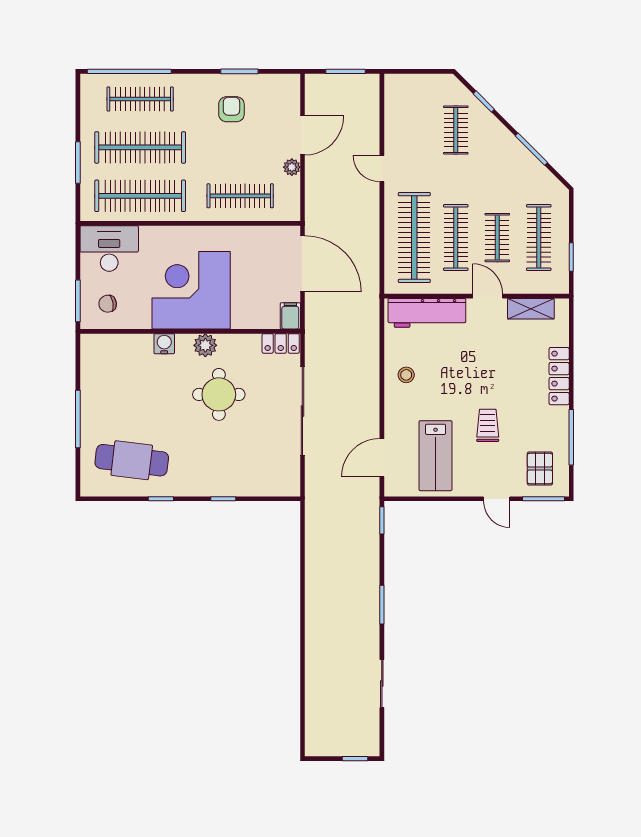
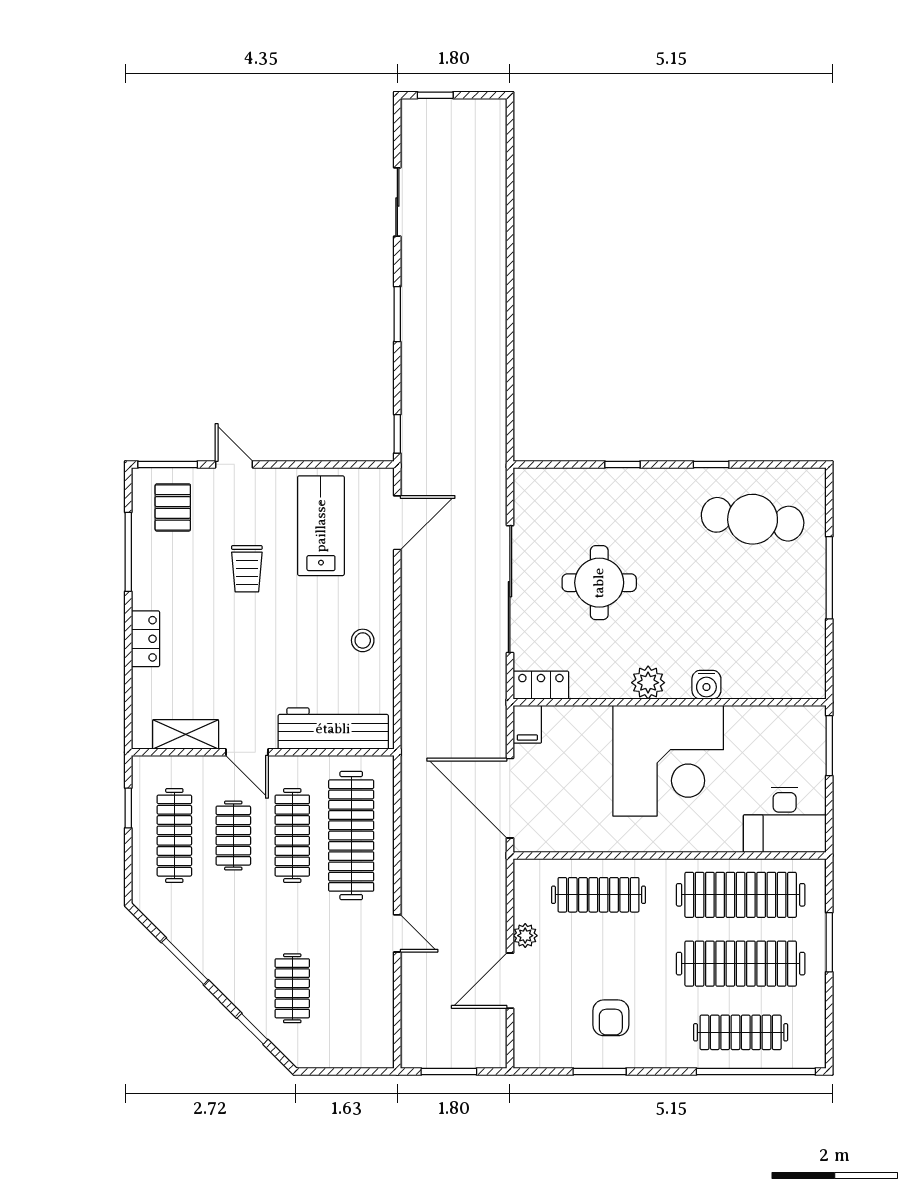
chair: (108, 304) -> (787, 742), removed
locker: (559, 376) -> (145, 639), width x0.66
round table: (219, 394) -> (599, 583), moved

